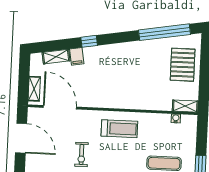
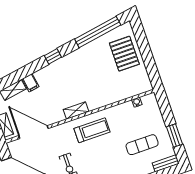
window: (89, 41) -> (53, 56), moved
shelving: (185, 106) -> (76, 111), moved

